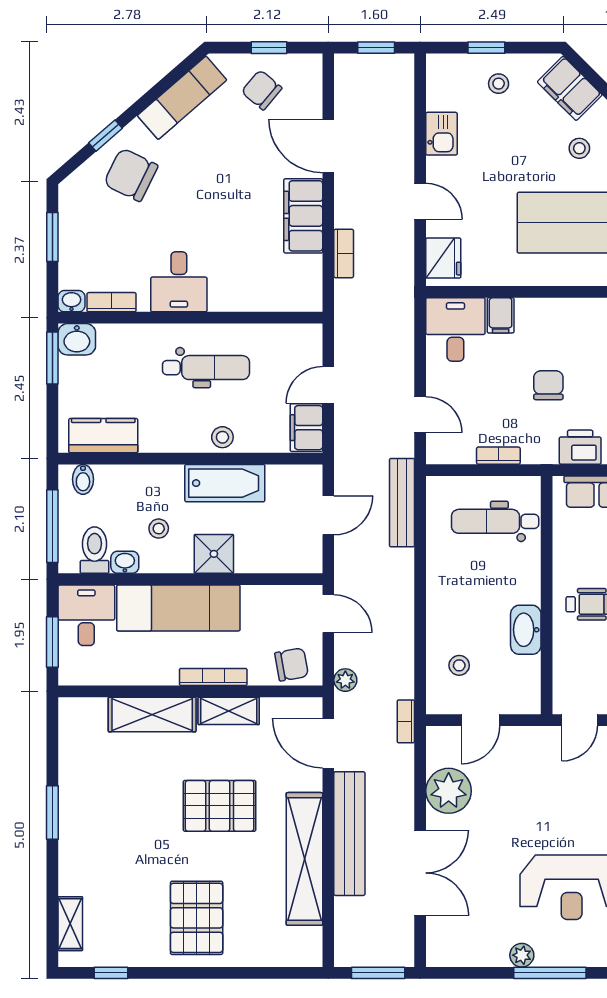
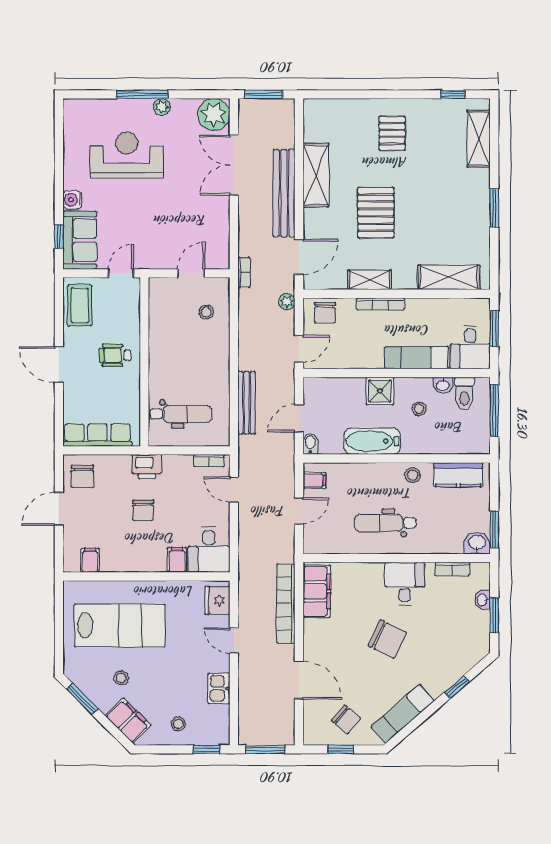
window: (376, 48) -> (265, 749), width x1.50
window: (486, 48) -> (206, 749), moved
chair: (131, 175) -> (387, 639), moved
filing cabinet: (303, 216) -> (317, 591), moved
bookcase: (344, 253) -> (286, 604), width x2.31, depth x1.31
washbasin: (72, 301) -> (483, 600), moved, turned 90
filing cabinet: (306, 428) -> (314, 480), width x0.50
stool: (222, 437) -> (413, 475), moved
printer: (580, 447) -> (147, 467), moved
bookcase: (498, 456) -> (209, 461), moved
bidet: (83, 479) -> (310, 444), moved
bench: (402, 503) -> (247, 403), moved
exam couch: (178, 608) -> (417, 358), width x0.73, depth x0.69
door: (328, 614) -> (299, 349), swing flipped
washbasin: (526, 630) -> (159, 337), removed
chair: (292, 665) -> (325, 313), turned -79
shelving: (152, 715) -> (449, 277), moved
door: (328, 743) -> (299, 257), hinge flipped
plant: (449, 791) -> (214, 114), moved
pallet: (220, 806) -> (376, 213), turned 90
shelving: (304, 859) -> (316, 175), width x0.68
pallet: (197, 918) -> (392, 133), width x0.67, depth x0.71
shelving: (70, 924) -> (479, 139), width x1.50, depth x1.33

